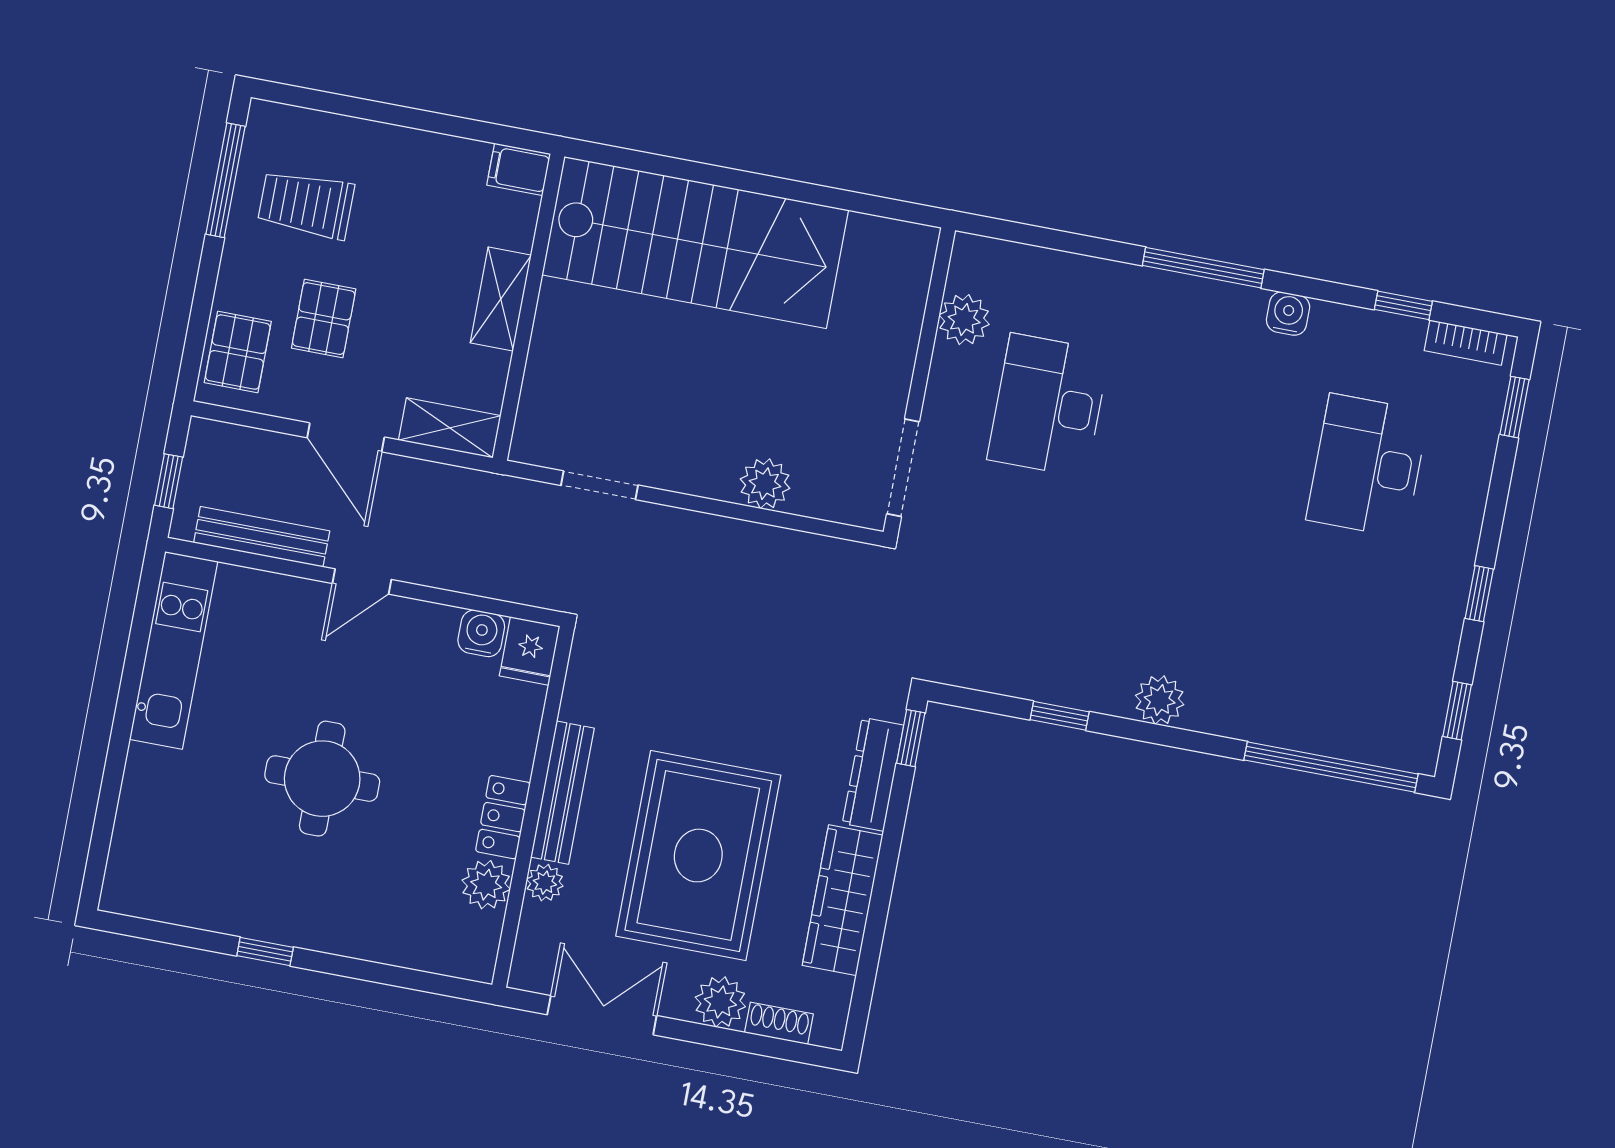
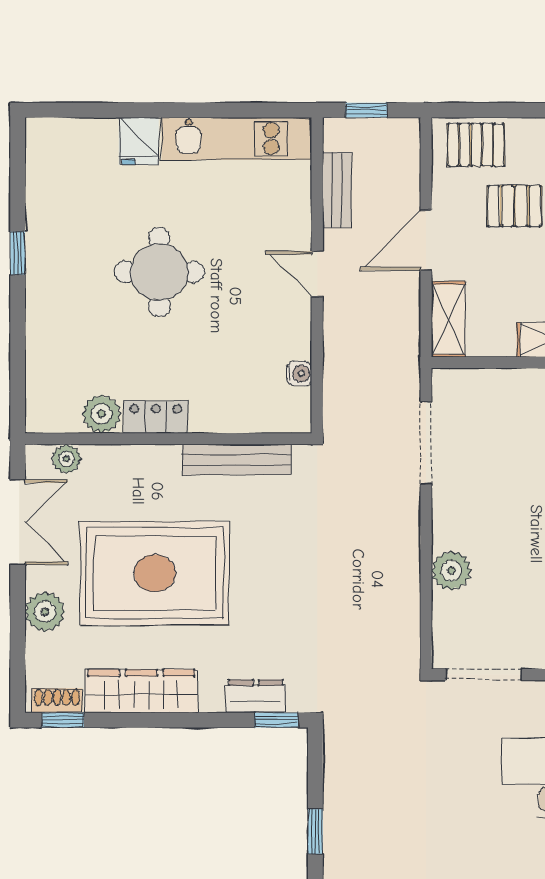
doorway: (599, 485) -> (426, 443), width x1.38
bench: (262, 537) -> (337, 190), width x0.73
water cooler: (481, 633) -> (299, 374), width x0.72, depth x0.72
fridge: (530, 651) -> (139, 141), moved, turned -90
dresser: (873, 774) -> (256, 696), width x0.70
bench: (563, 793) -> (236, 459), moved
plant: (545, 883) -> (66, 459), moved
window: (860, 1005) -> (63, 720), added
shoe rack: (779, 1023) -> (57, 701), moved, turned -90

